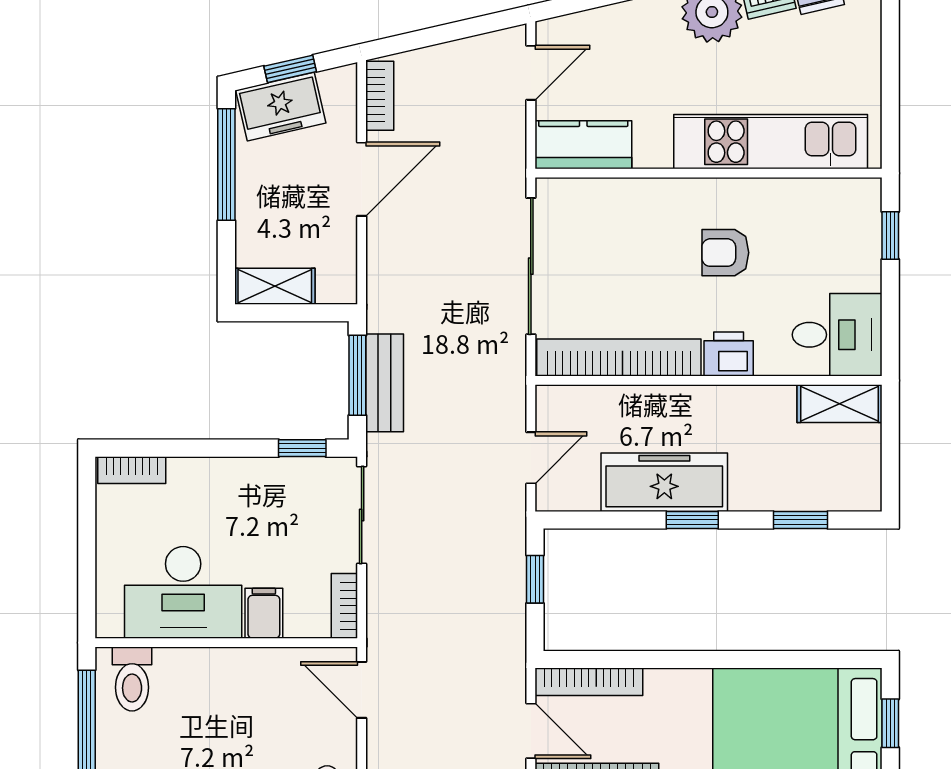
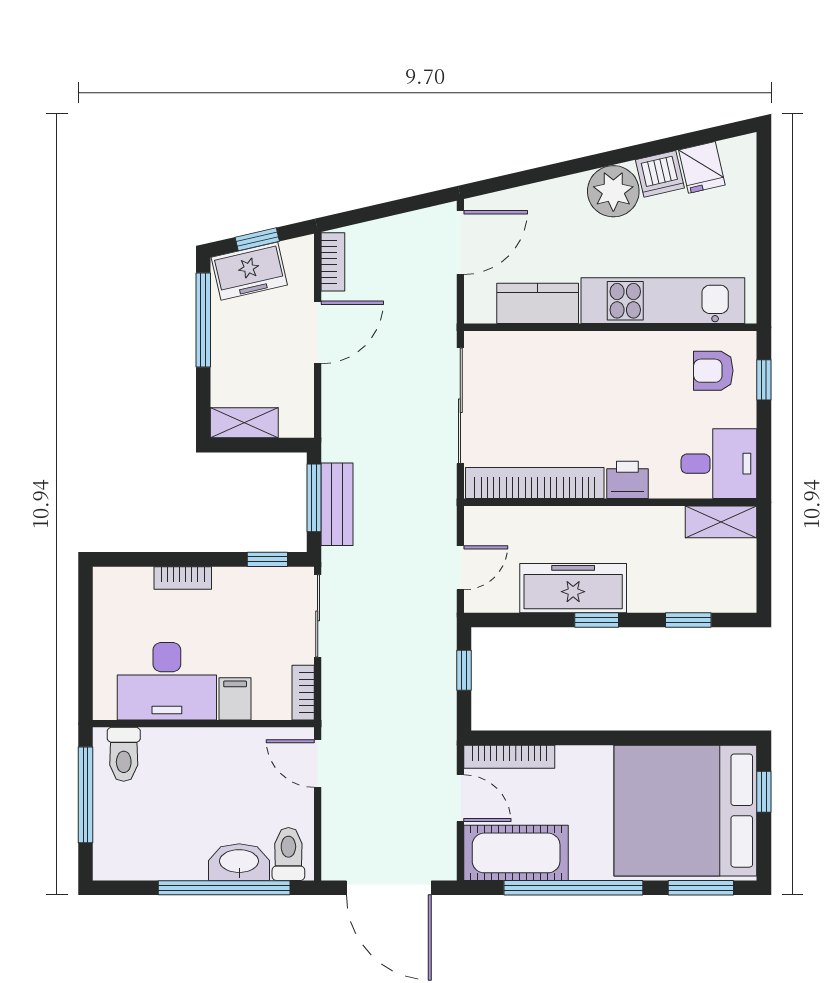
door: (531, 73) -> (460, 243), width x1.38
kitchen counter: (583, 145) -> (538, 303), moved
armchair: (725, 253) -> (713, 371), moved
bookcase: (132, 470) -> (183, 578), moved

